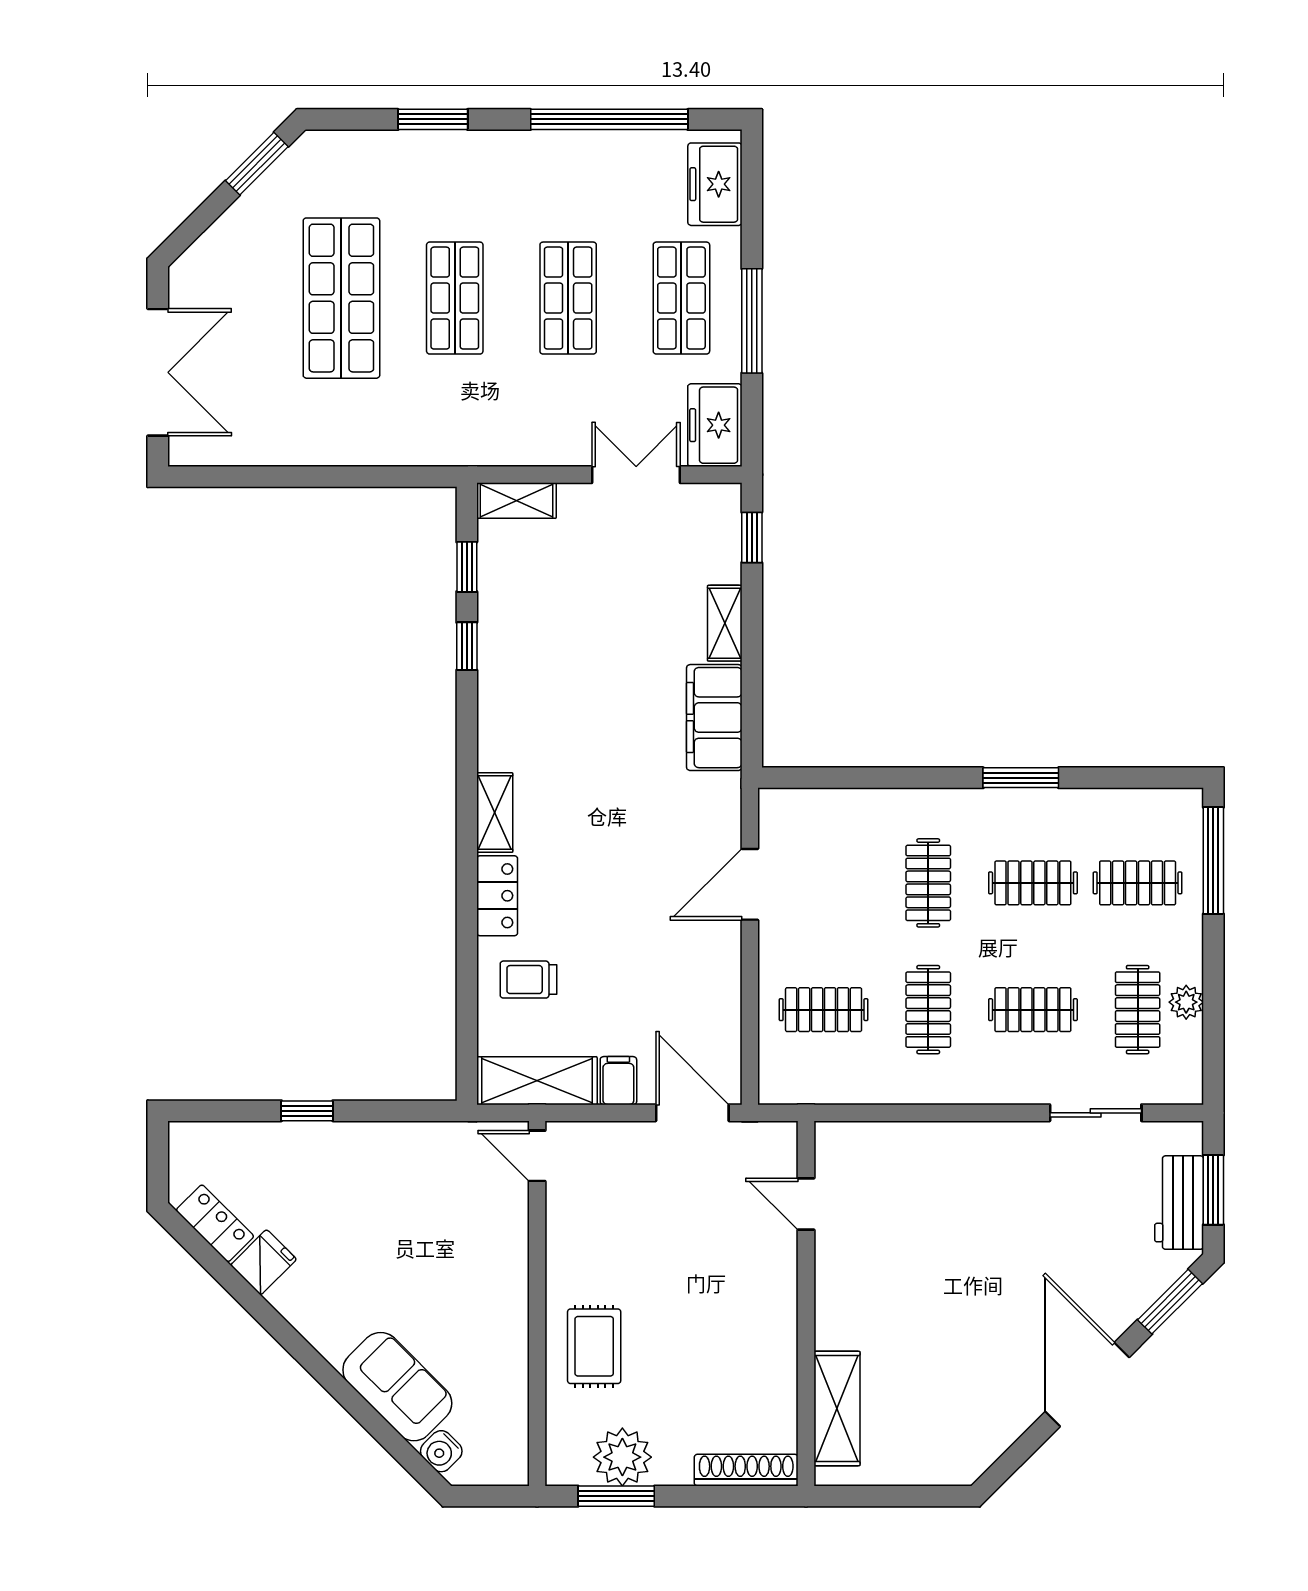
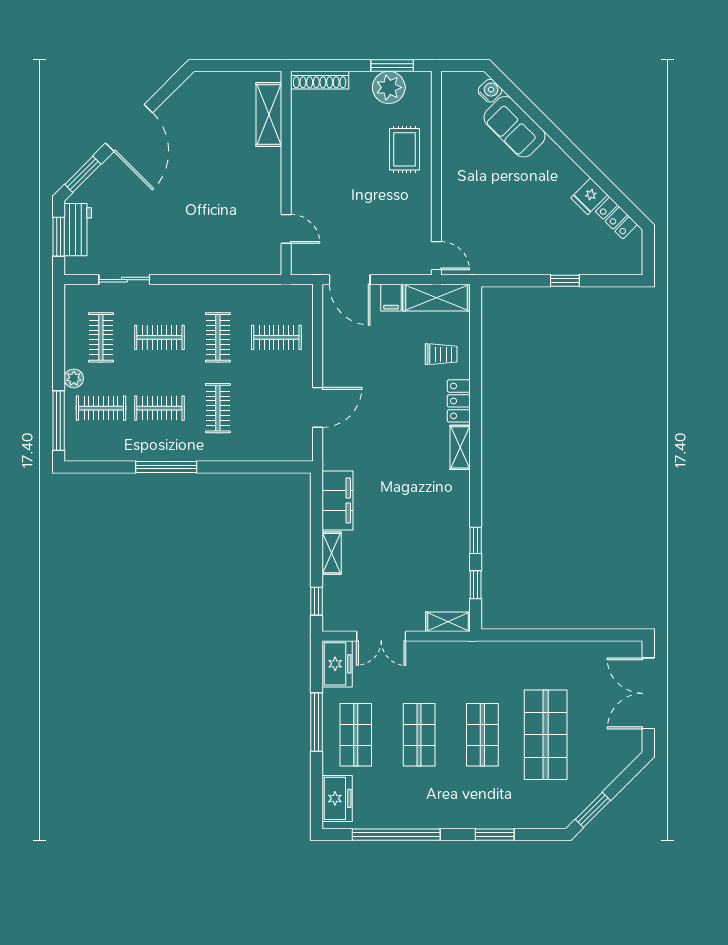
window: (1021, 778) -> (166, 467), width x1.44
plant: (1186, 1002) -> (74, 378), moved

